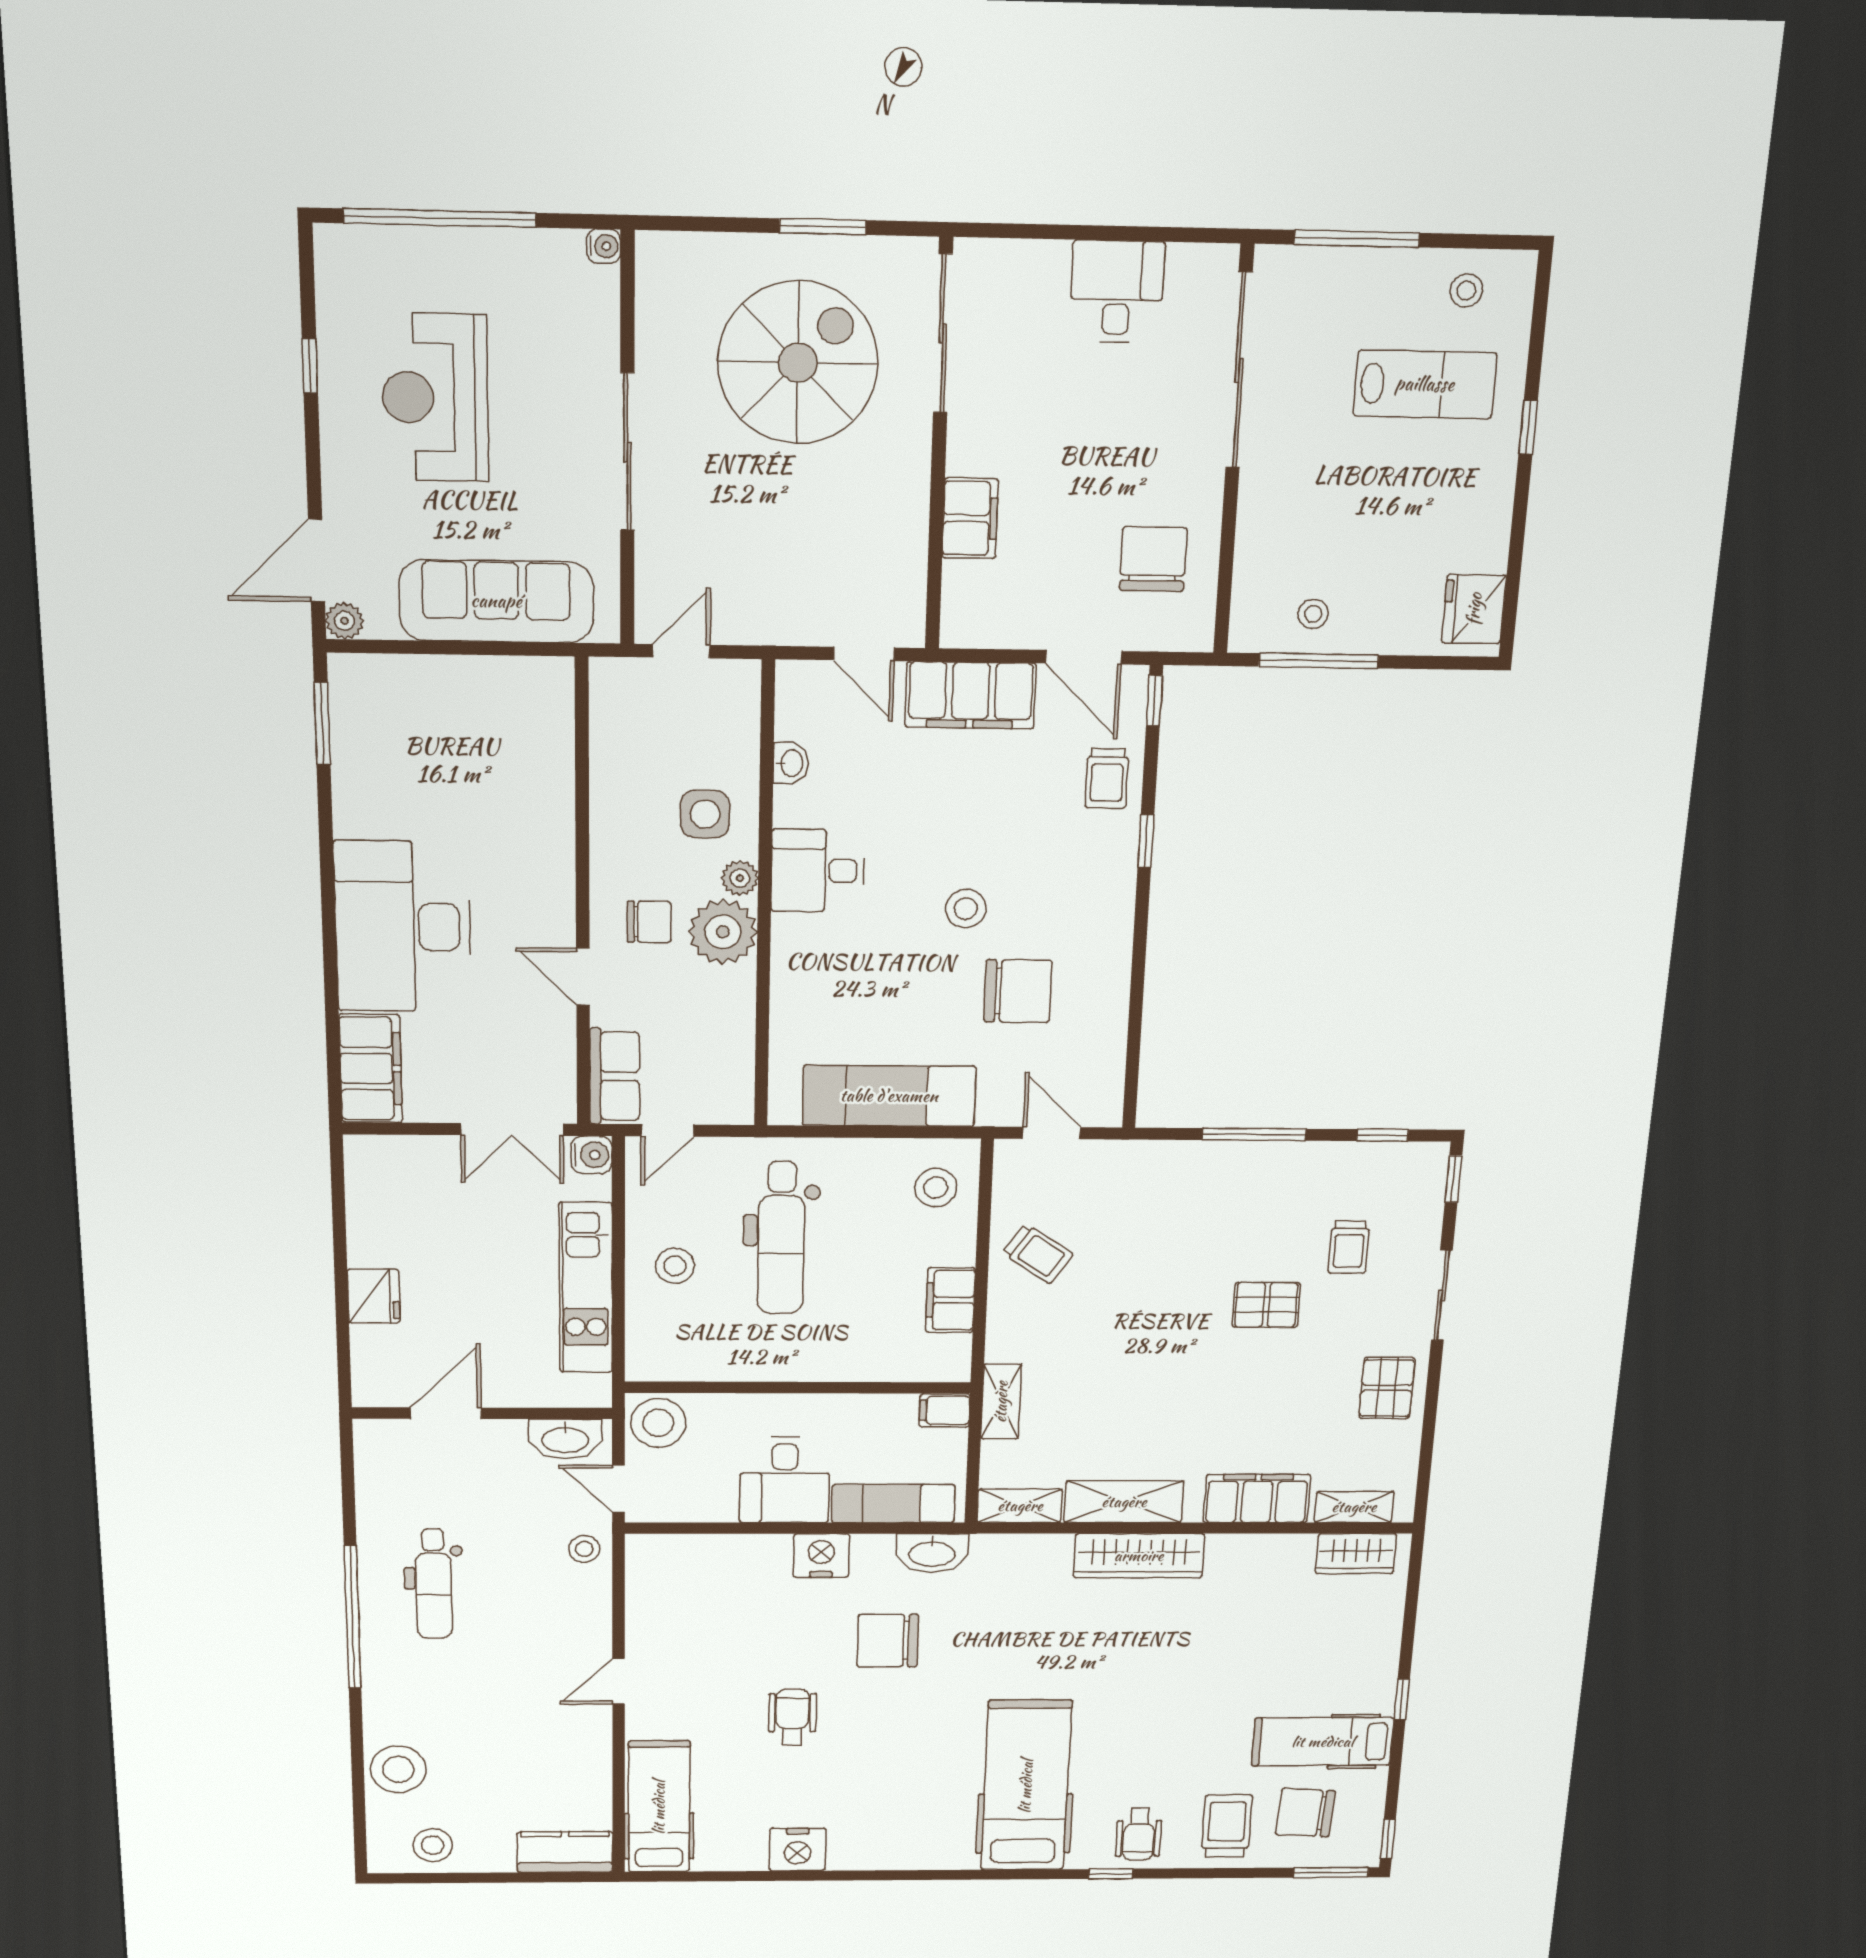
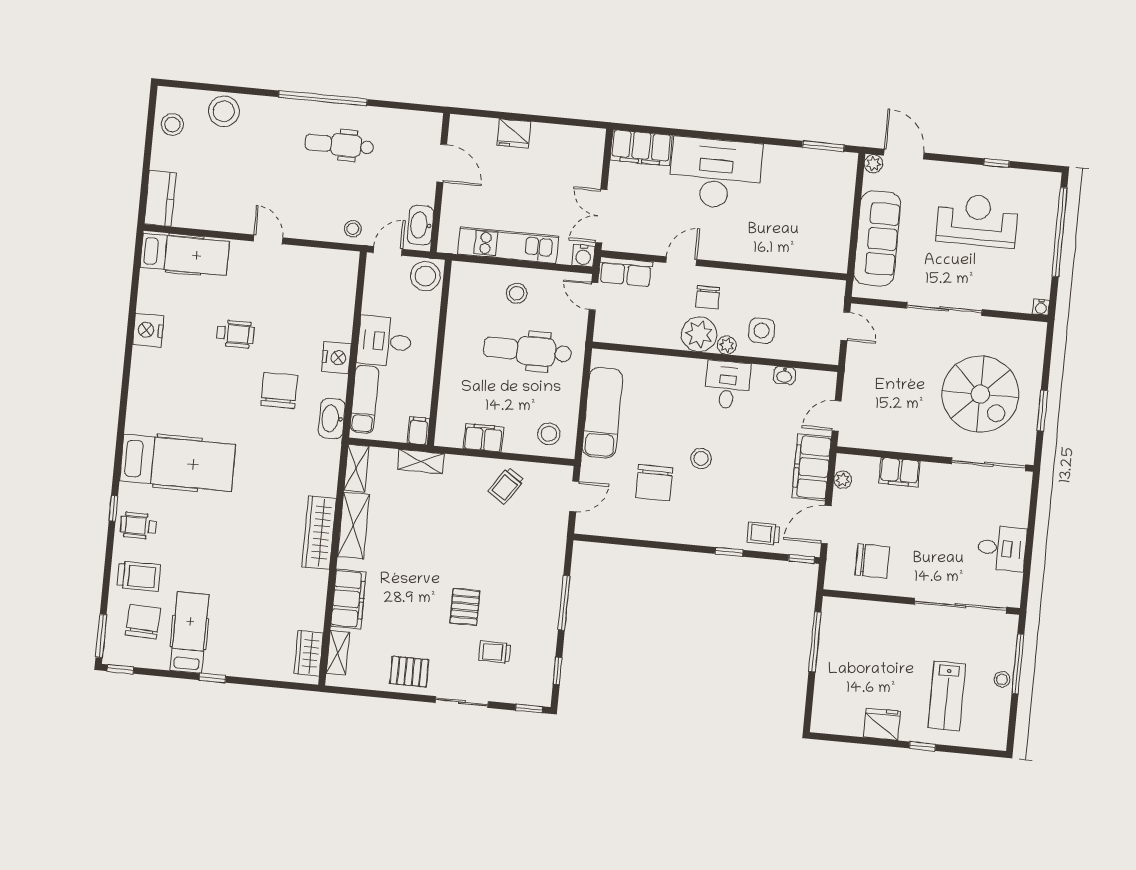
stool: (1466, 290) -> (1002, 679), moved
fridge: (1474, 609) -> (882, 724), moved
stool: (1313, 614) -> (839, 639), removed
plant: (992, 632) -> (843, 480), added

